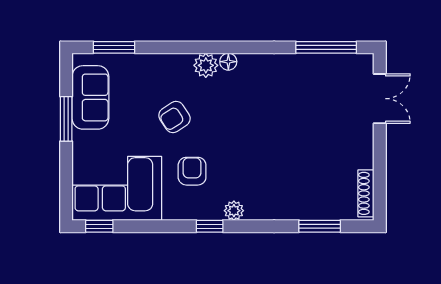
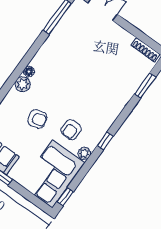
armchair: (174, 117) -> (37, 119), turned -71
armchair: (192, 171) -> (71, 130), turned -90
plant: (234, 211) -> (84, 153), moved

